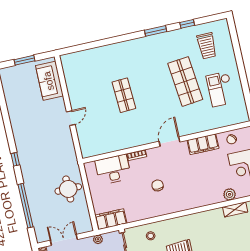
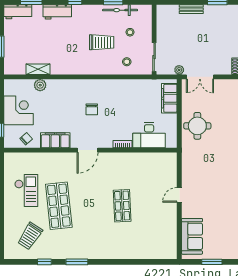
trolley: (207, 46) -> (30, 236), turned -147
chair: (158, 185) -> (92, 109), moved
filing cabinet: (111, 219) -> (169, 98), moved, turned 90
double door: (64, 240) -> (200, 77), moved

